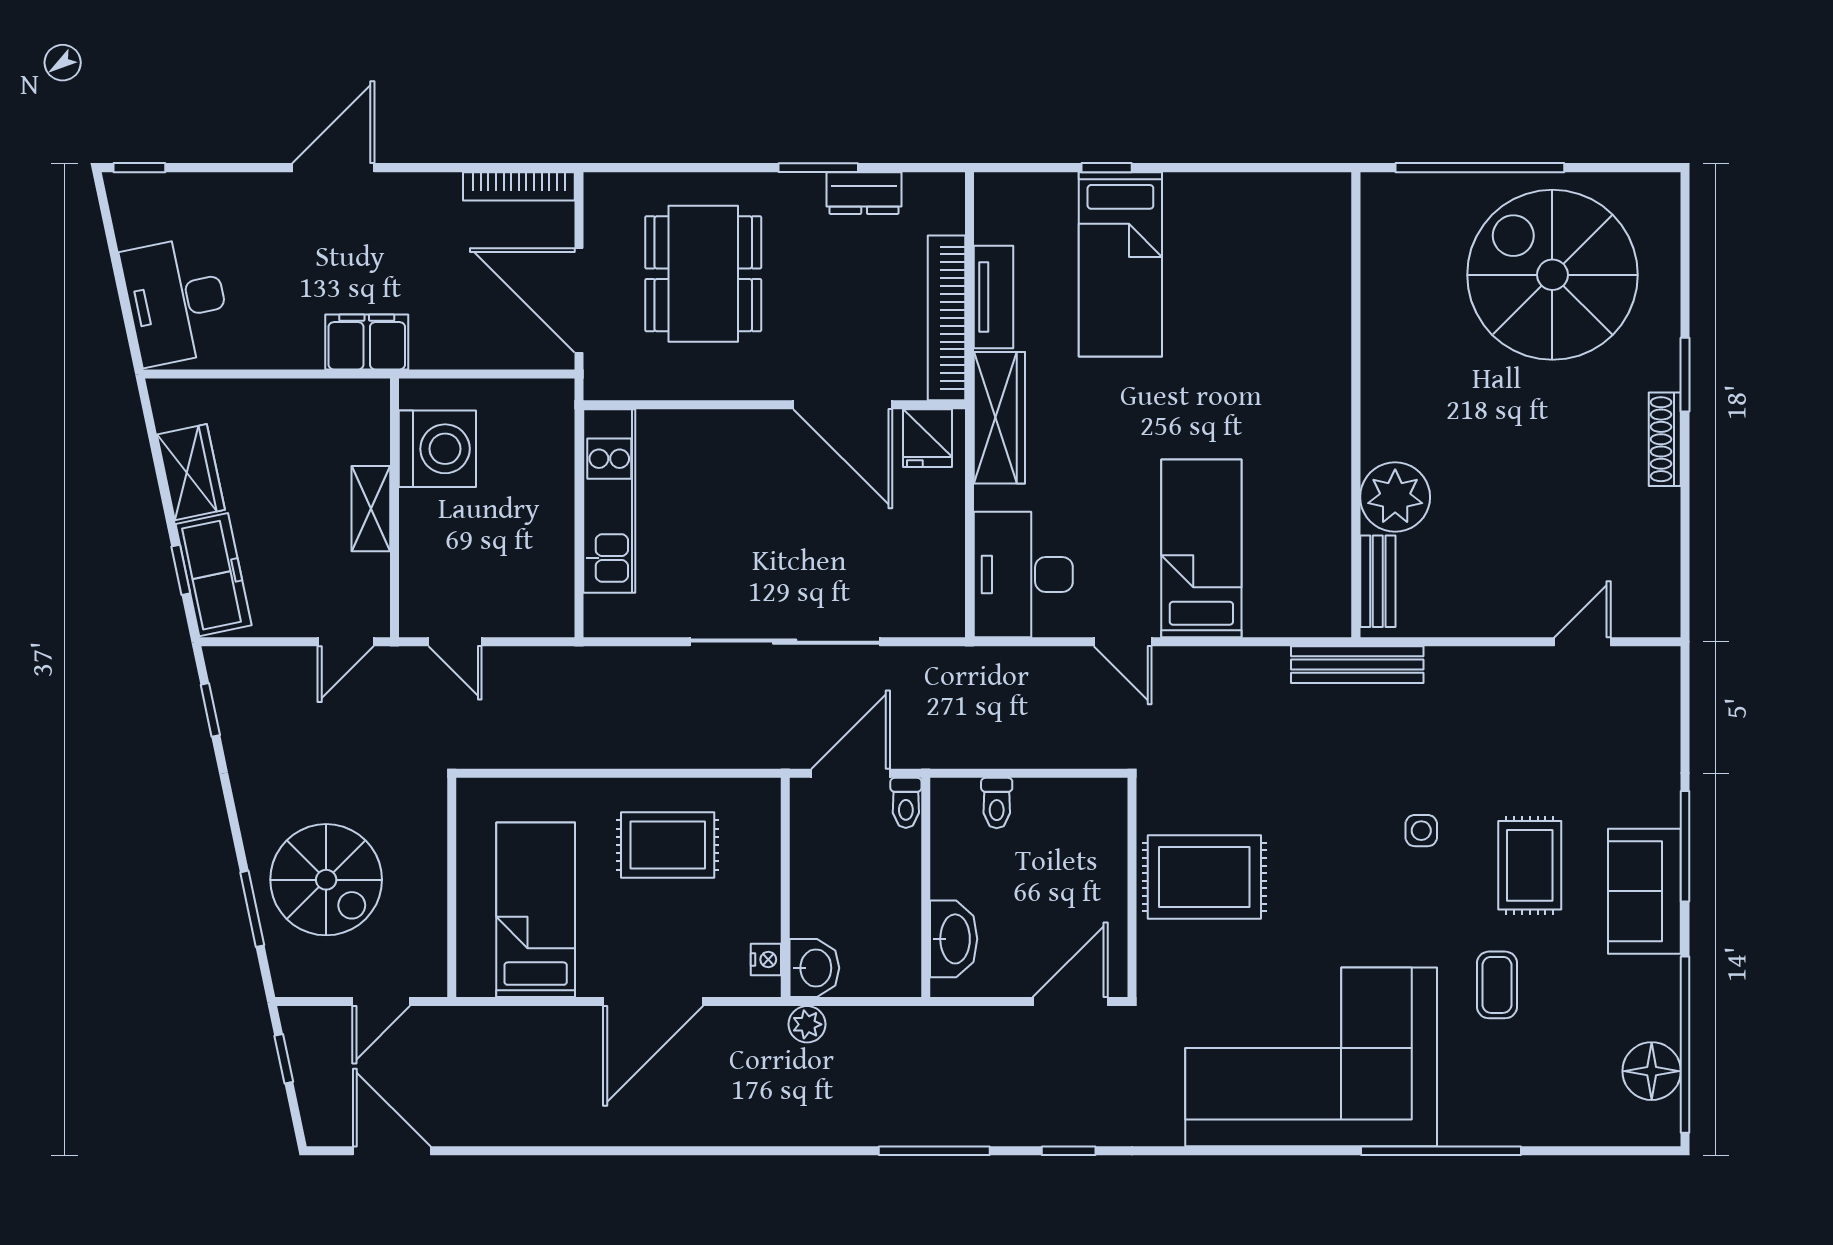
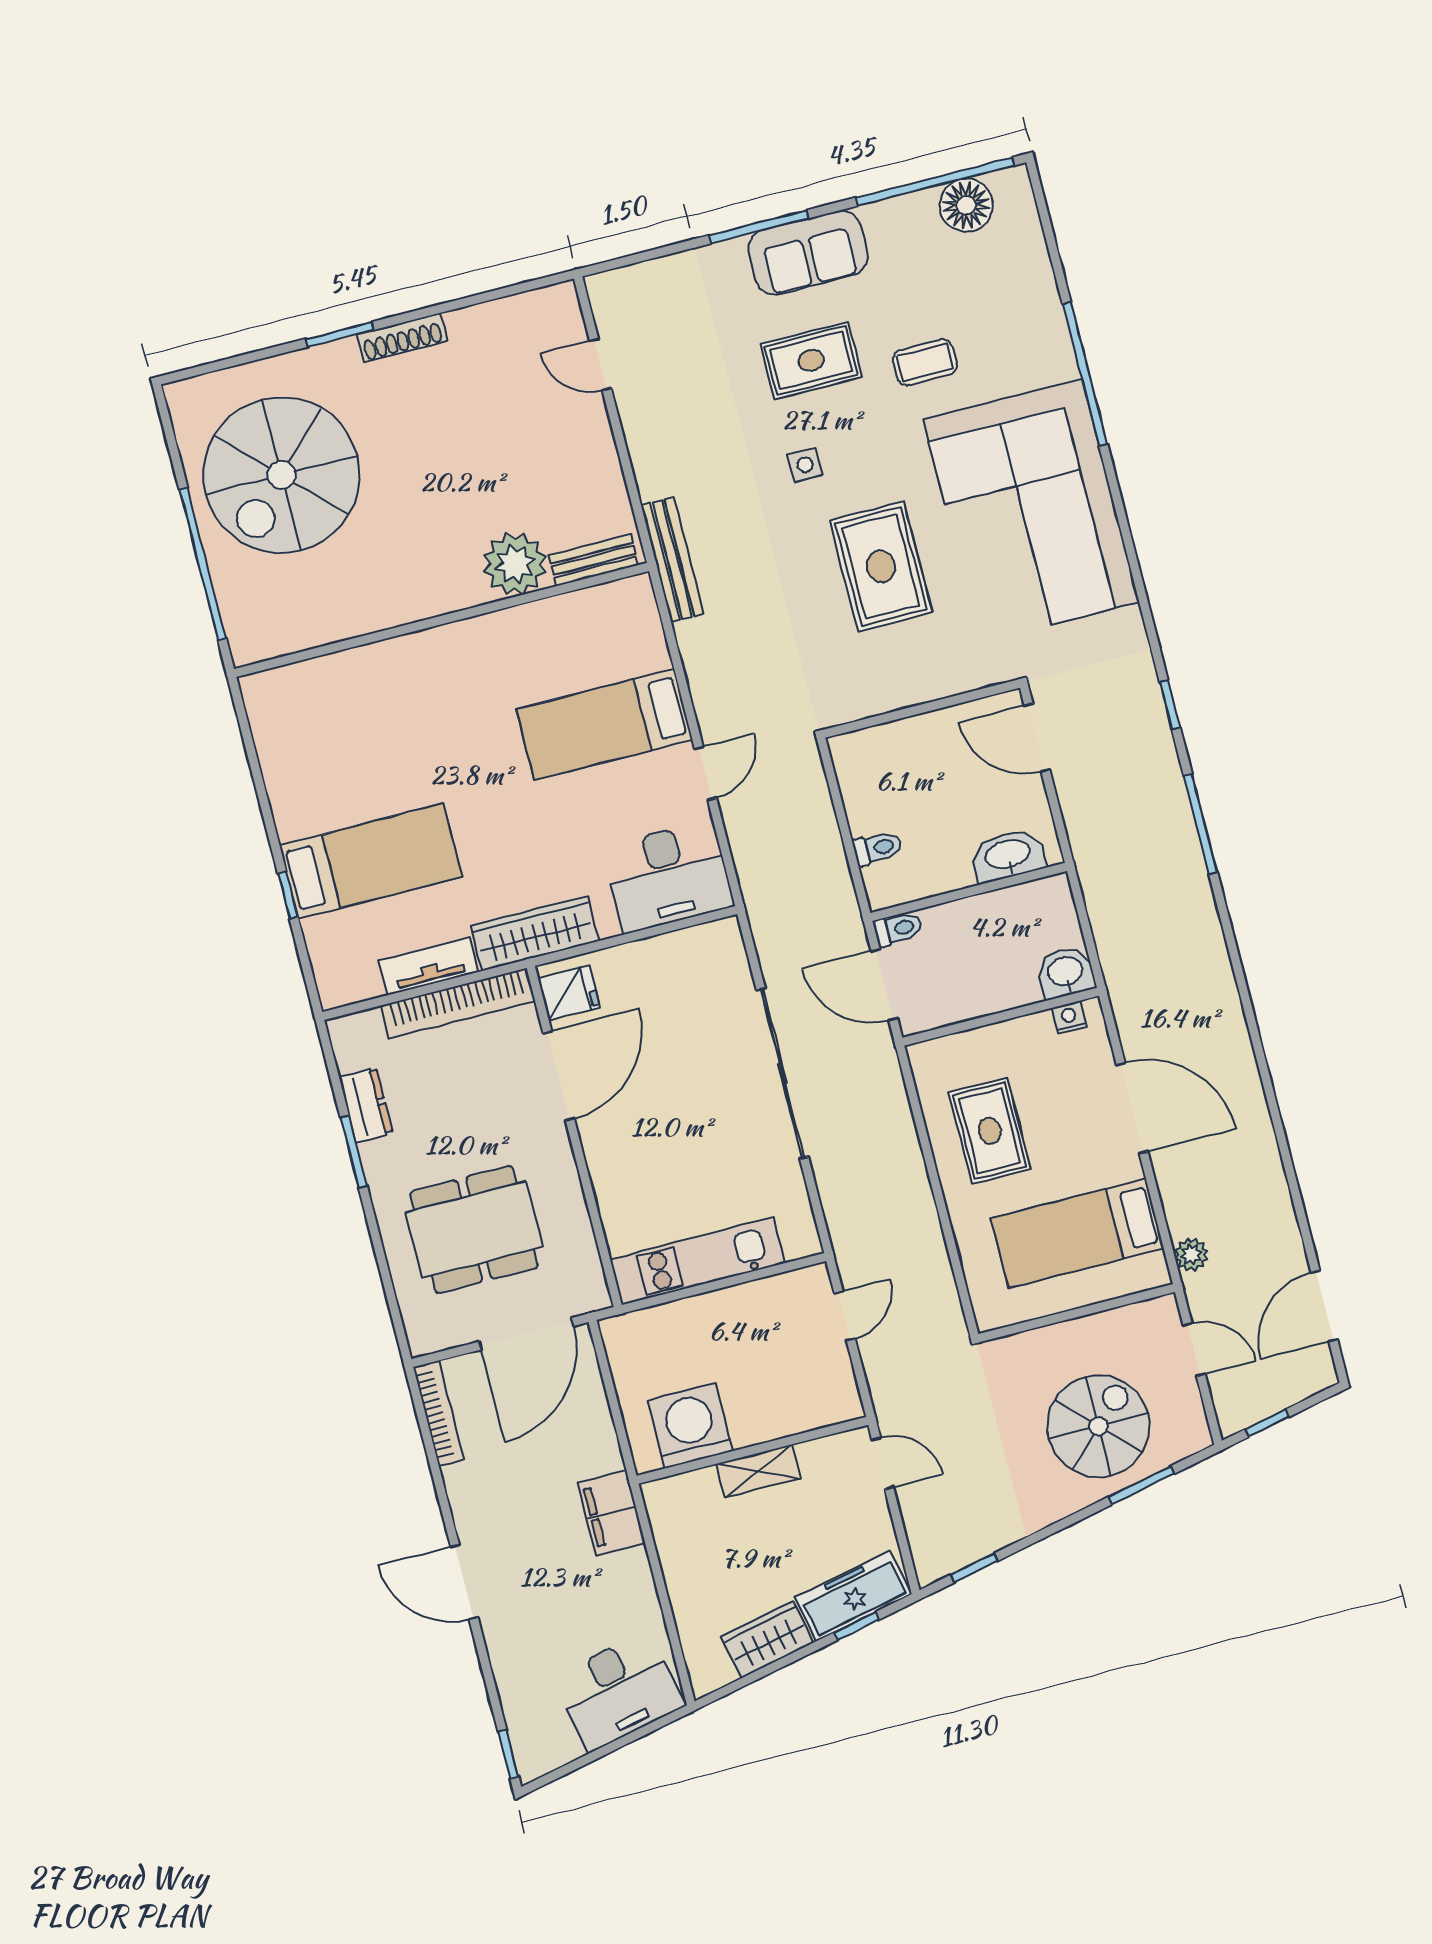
door: (455, 642) -> (845, 1316), moved
rug: (1204, 877) -> (881, 566), moved
plant: (807, 1024) -> (1191, 1255), moved

